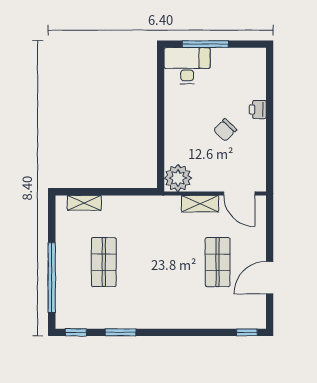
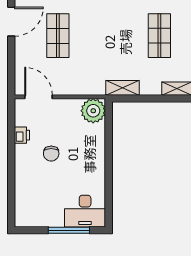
printer: (258, 110) -> (22, 135), moved
chair: (225, 130) -> (51, 154), turned 136
shelving: (200, 204) -> (122, 88), moved

